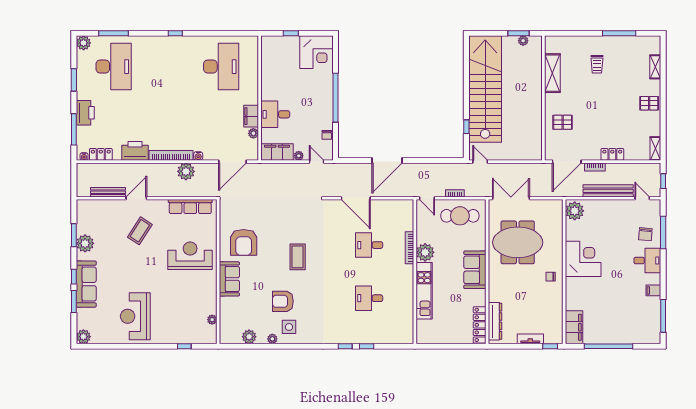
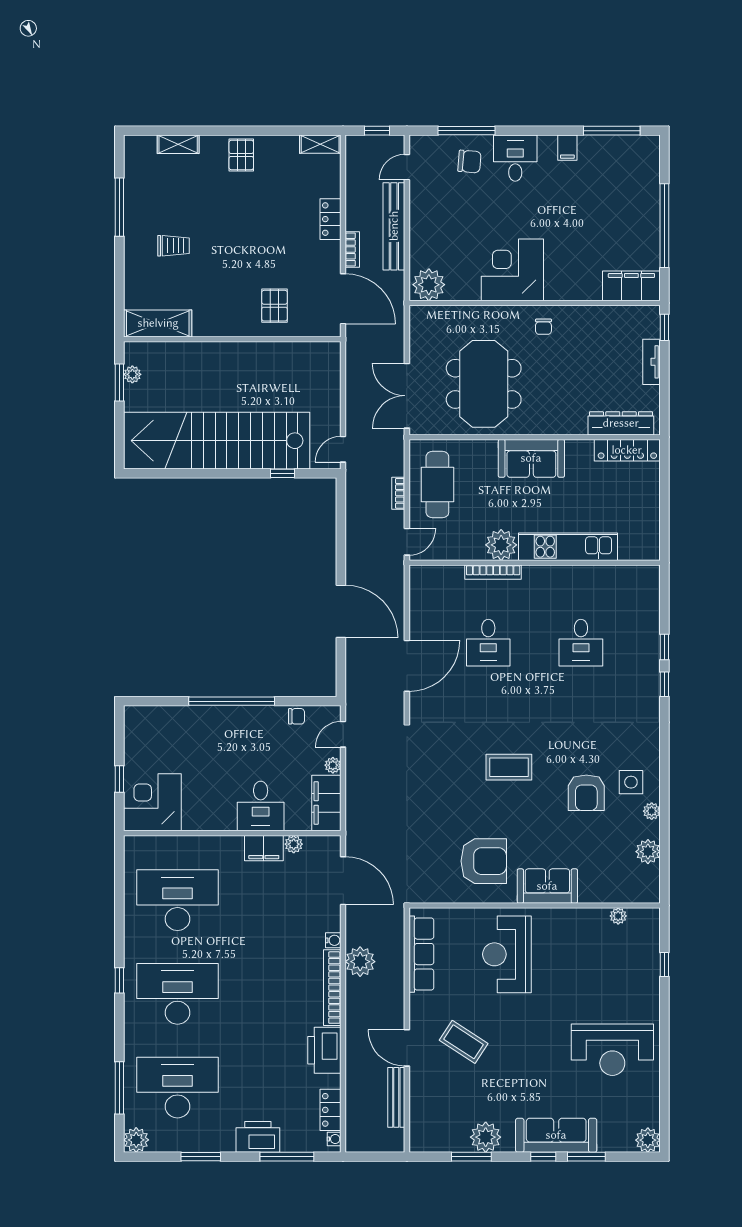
corner desk: (316, 52) -> (152, 802), moved, turned -90
desk: (167, 67) -> (177, 994), added
shelving: (552, 73) -> (158, 323), moved

